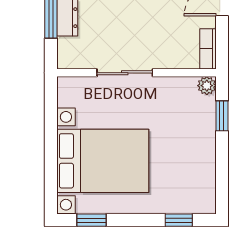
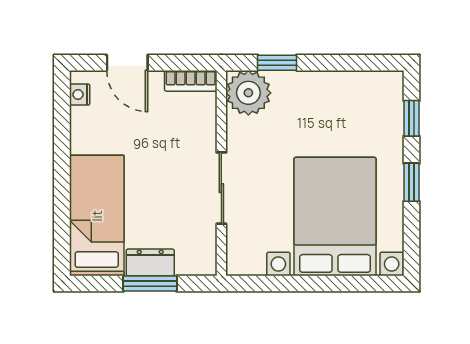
plant: (207, 86) -> (248, 93), width x1.88, depth x1.88
window: (91, 220) -> (412, 182), moved

